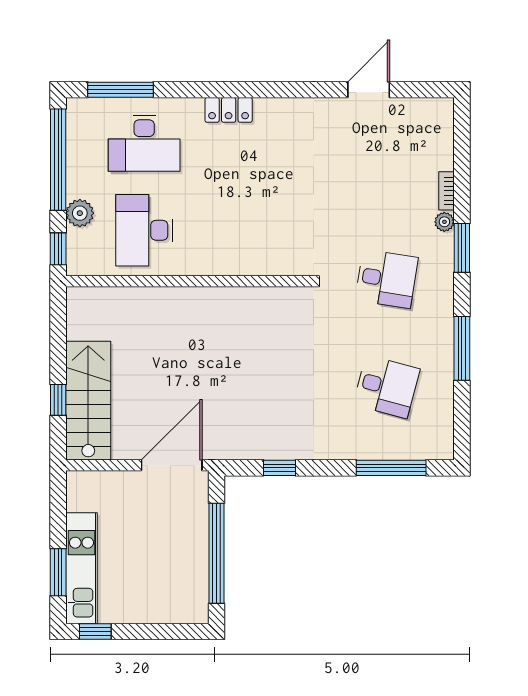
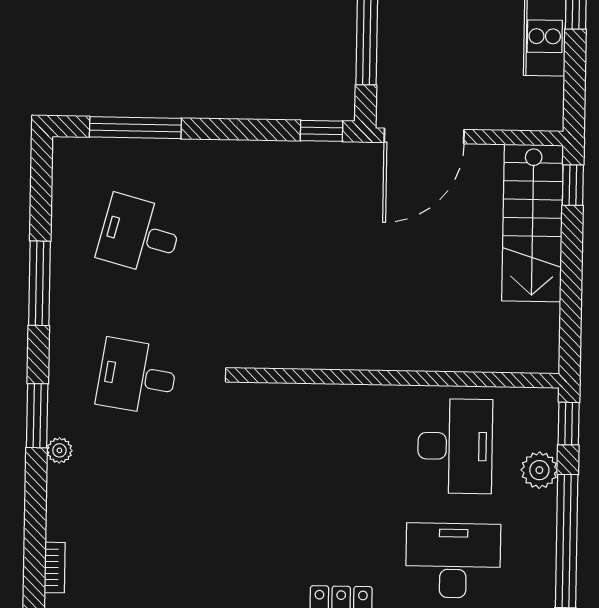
bookcase: (447, 191) -> (55, 568), moved
window: (58, 400) -> (573, 185), moved
window: (280, 468) -> (322, 131), moved

